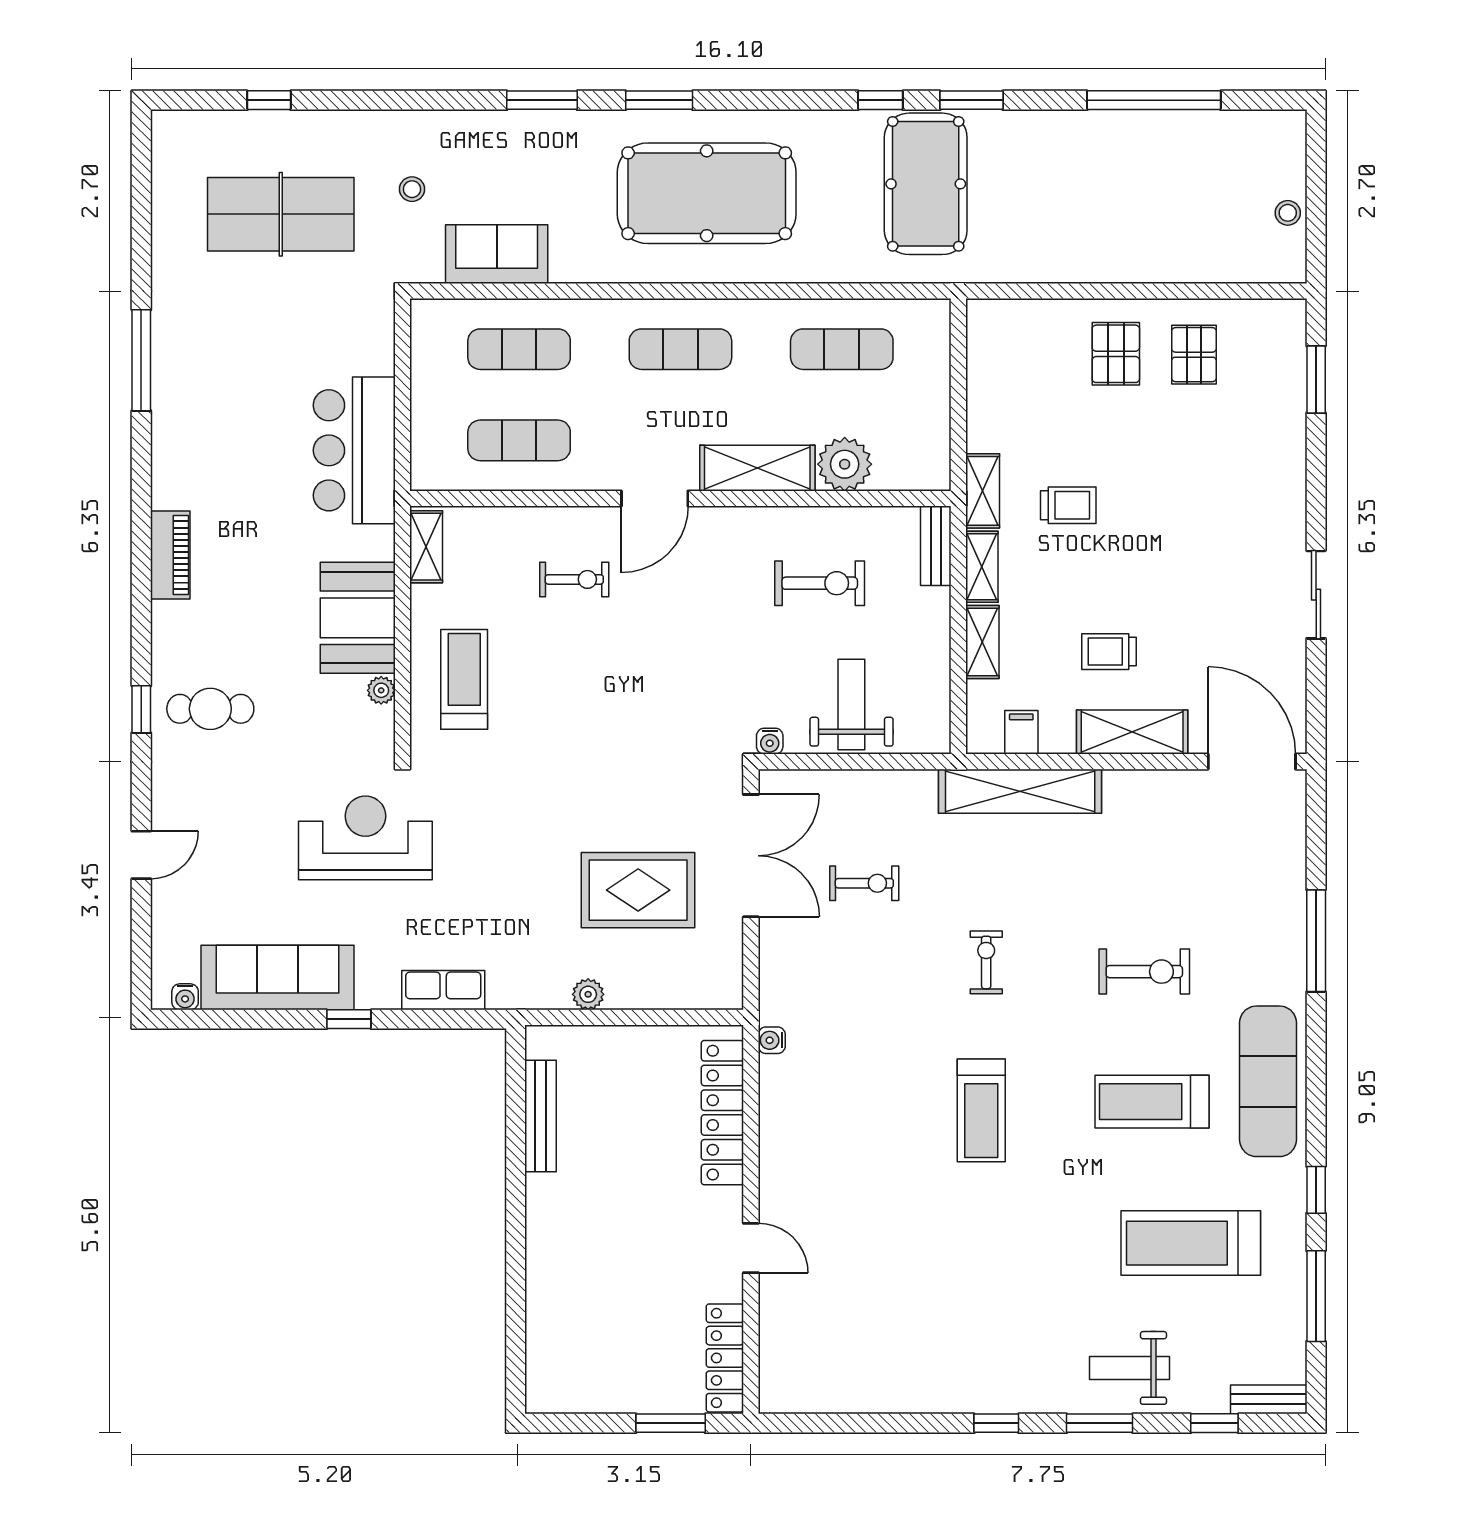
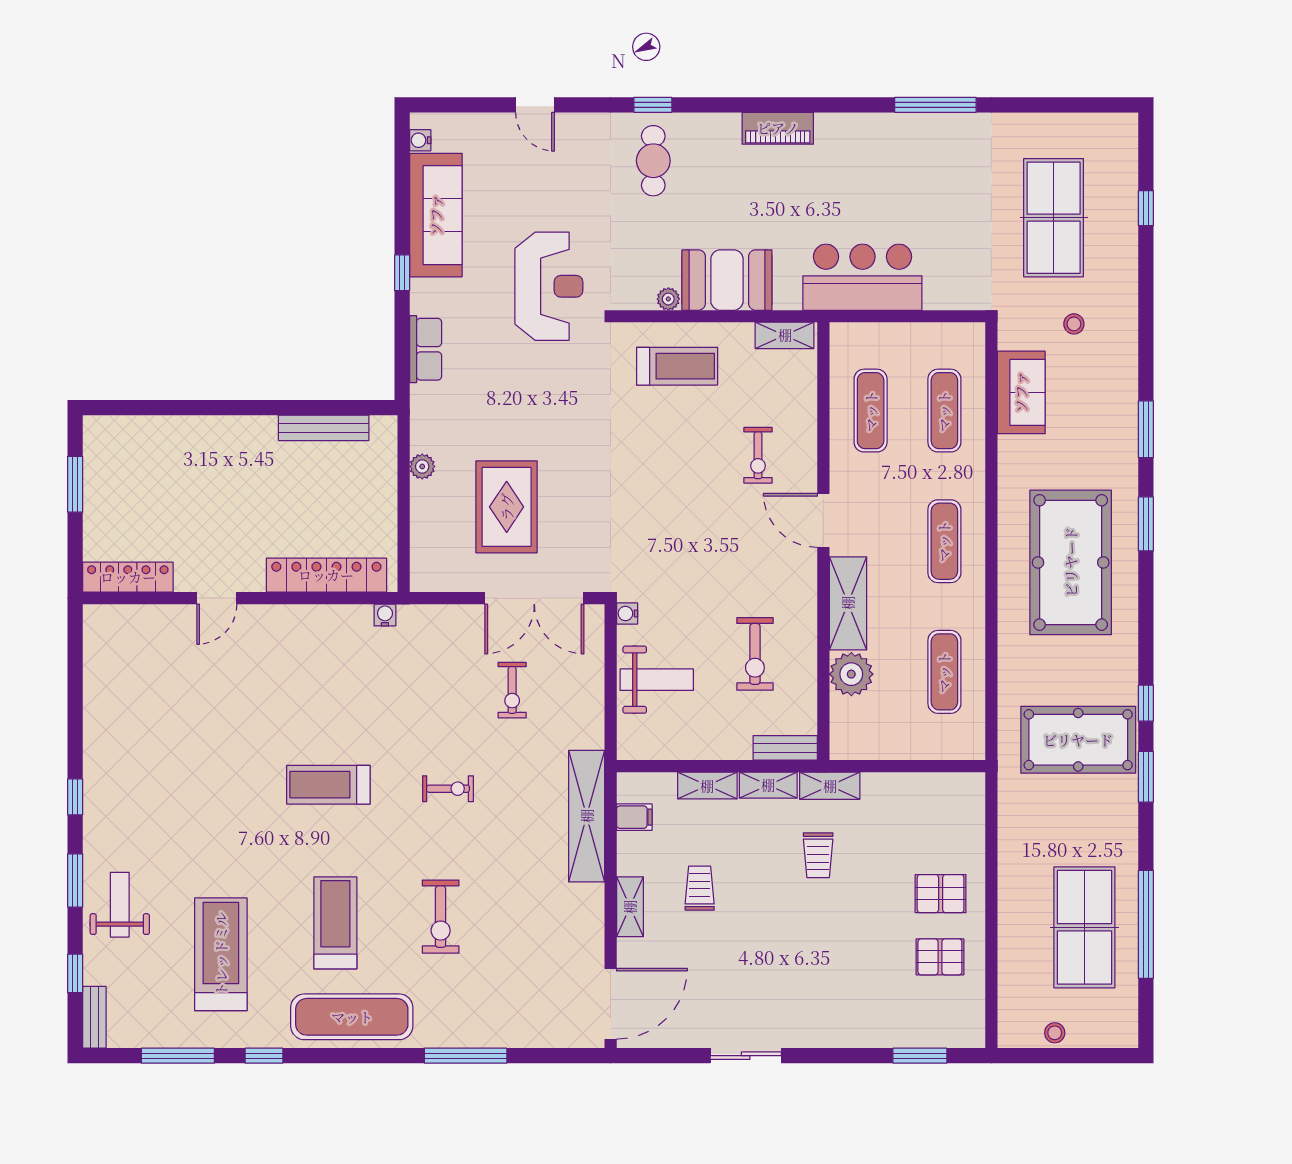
table tennis table: (1157, 176) -> (1084, 927), added
shelving: (1132, 732) -> (630, 907), width x0.67, depth x0.75
window: (671, 1423) -> (75, 484), moved

